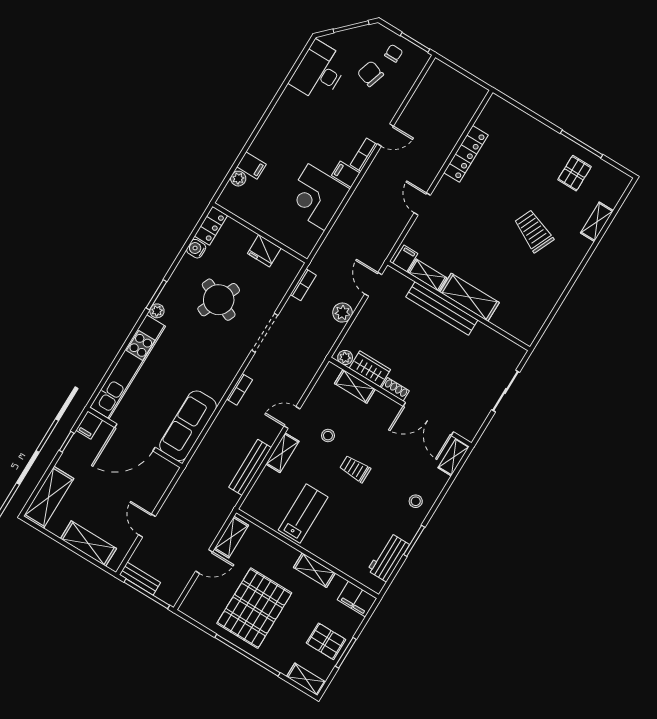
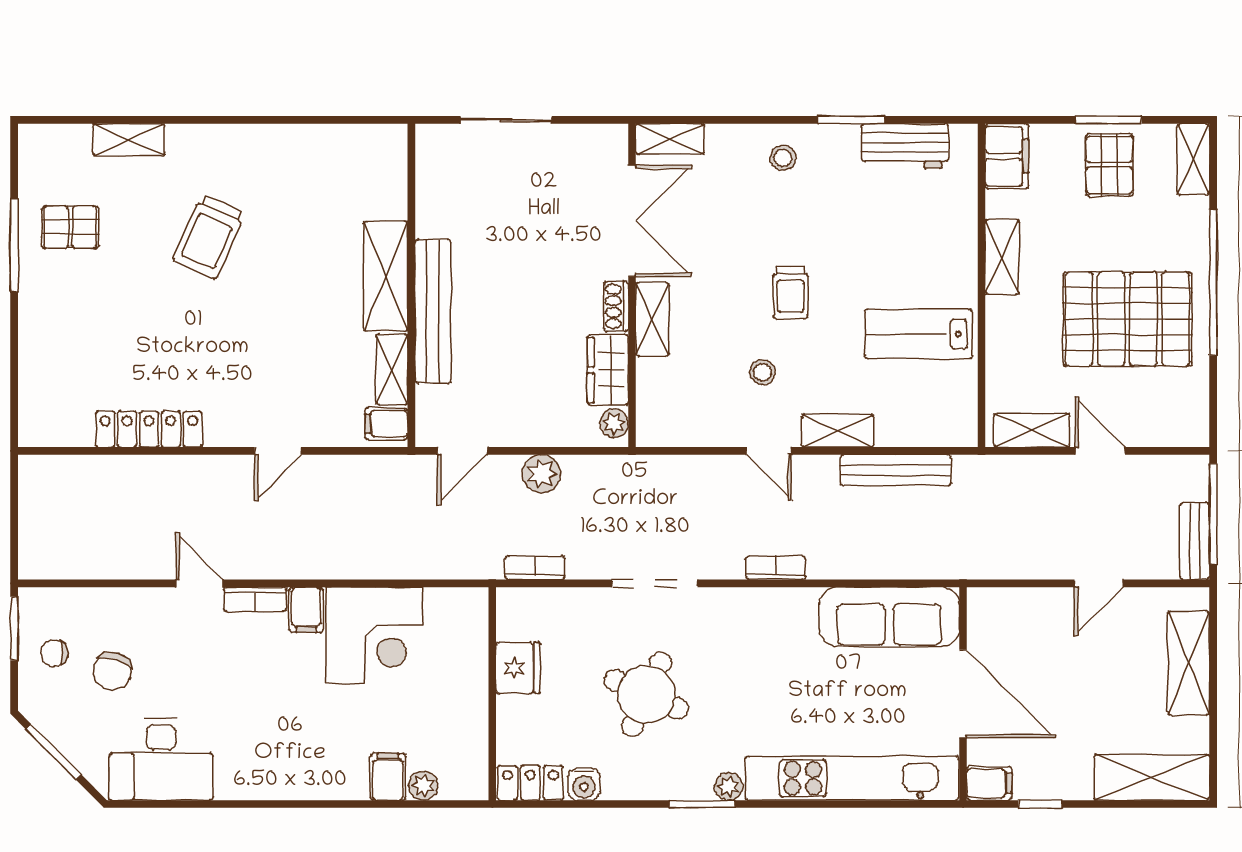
shelving: (355, 386) -> (652, 319), moved

